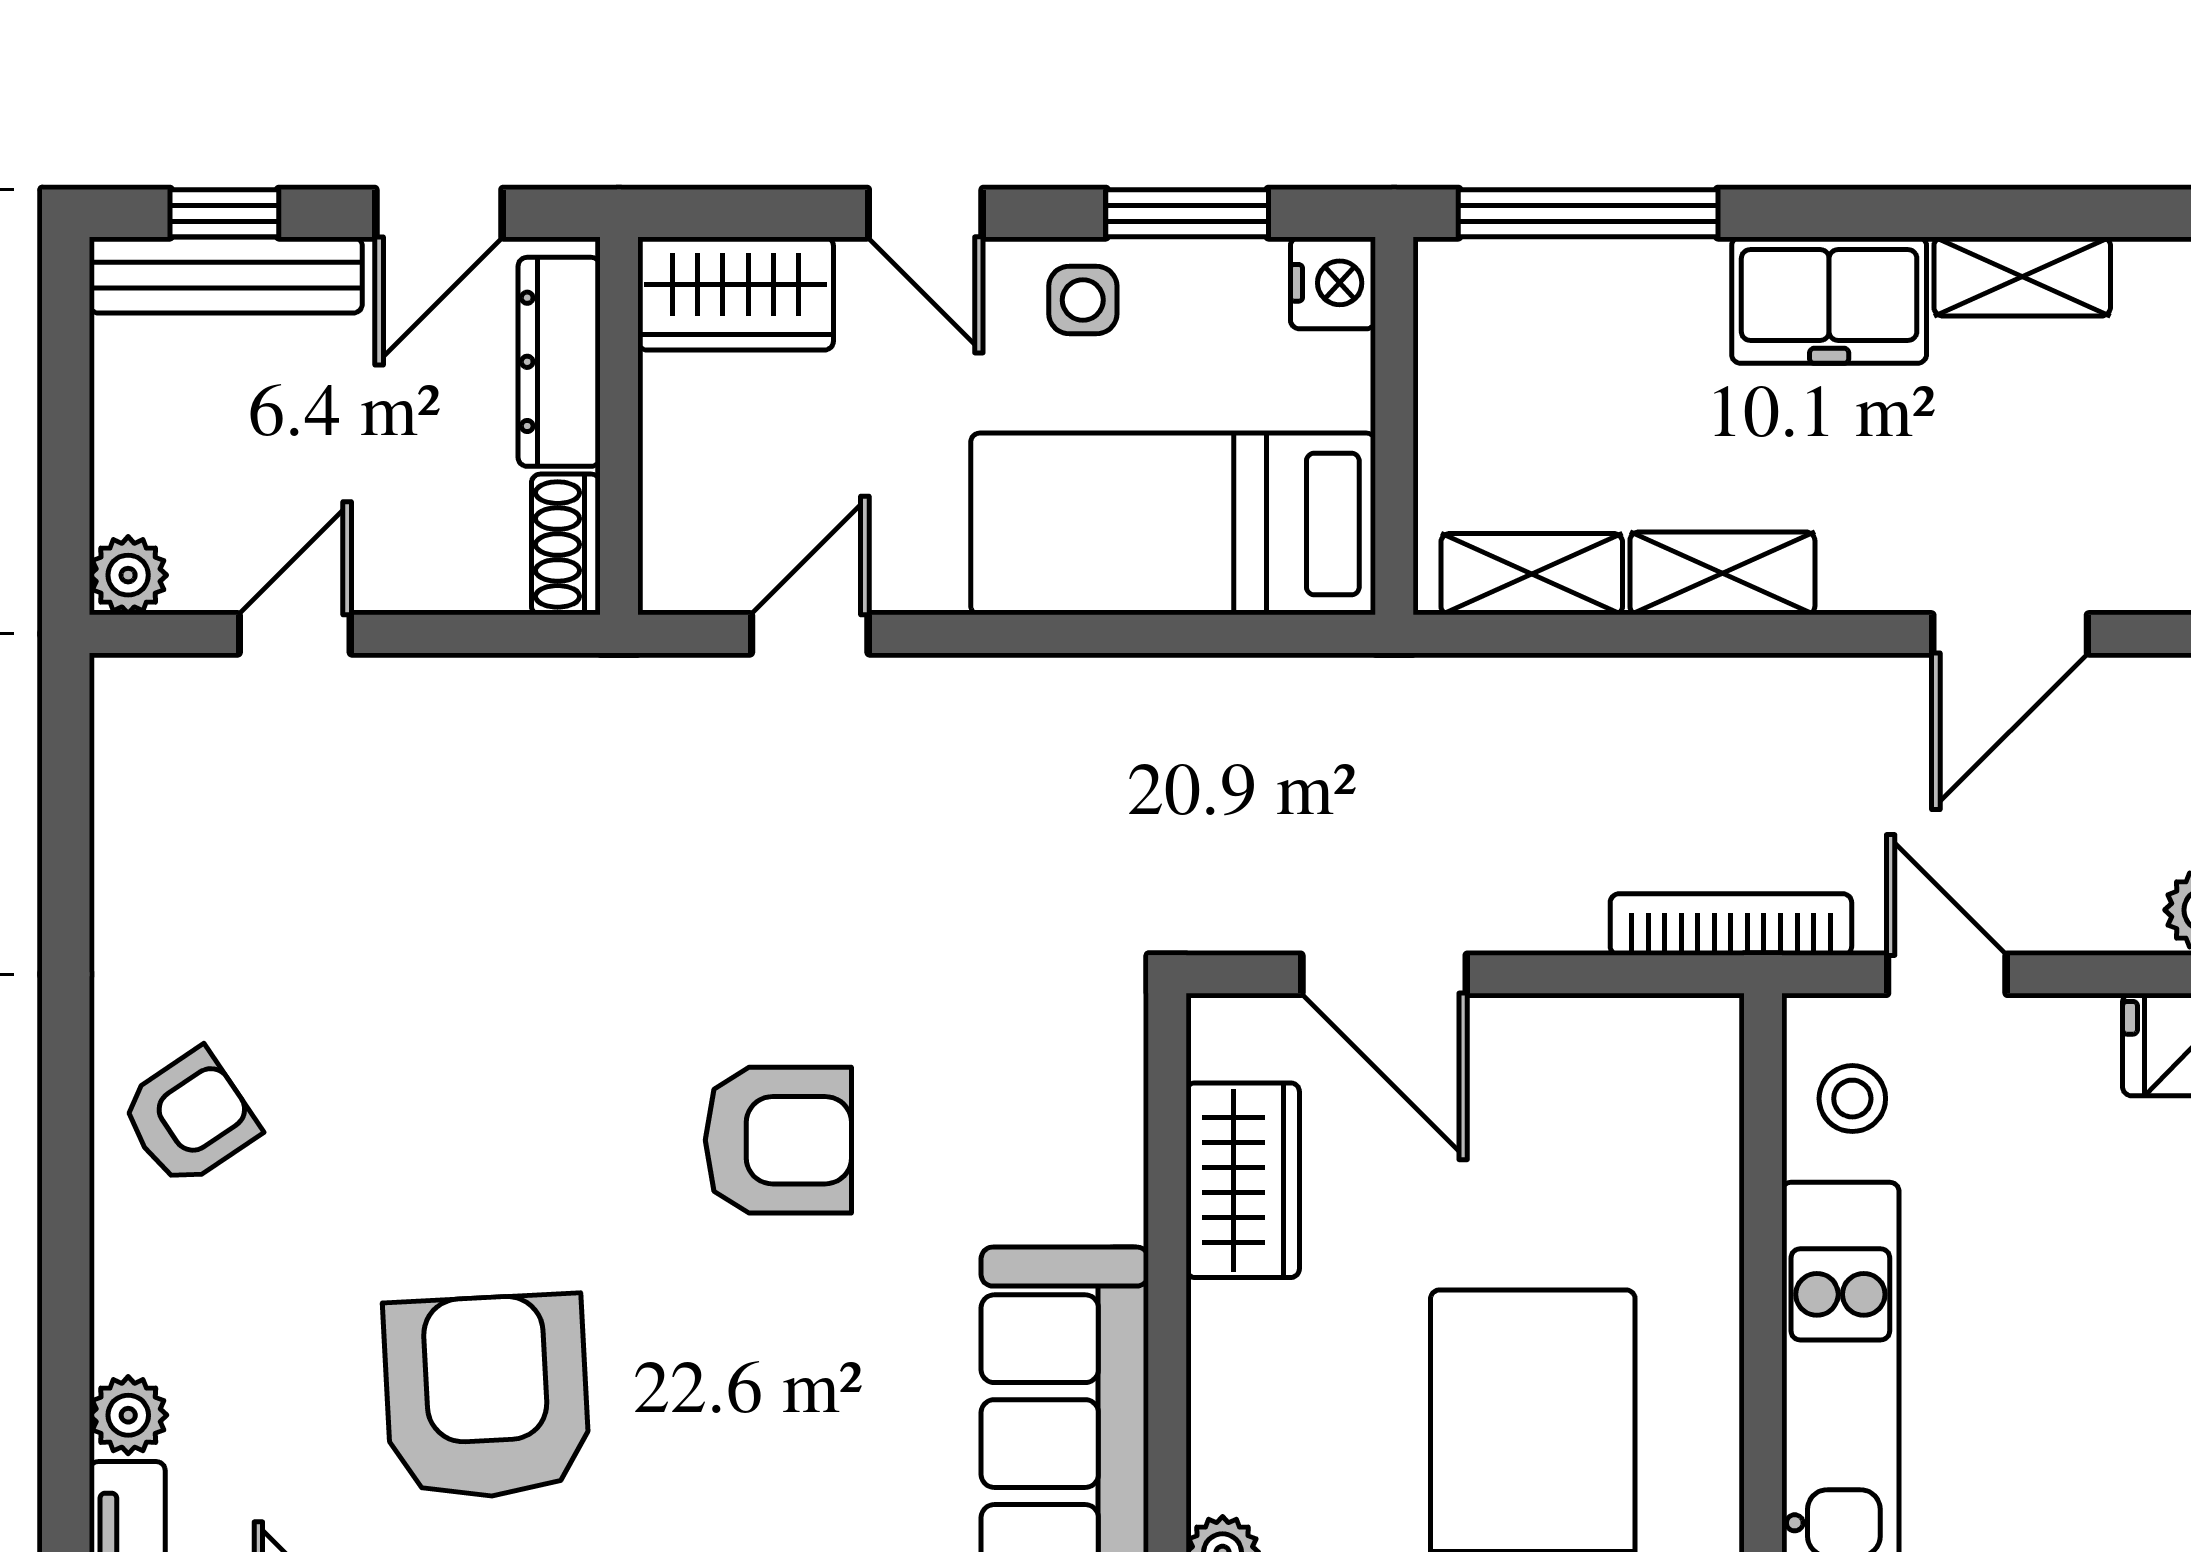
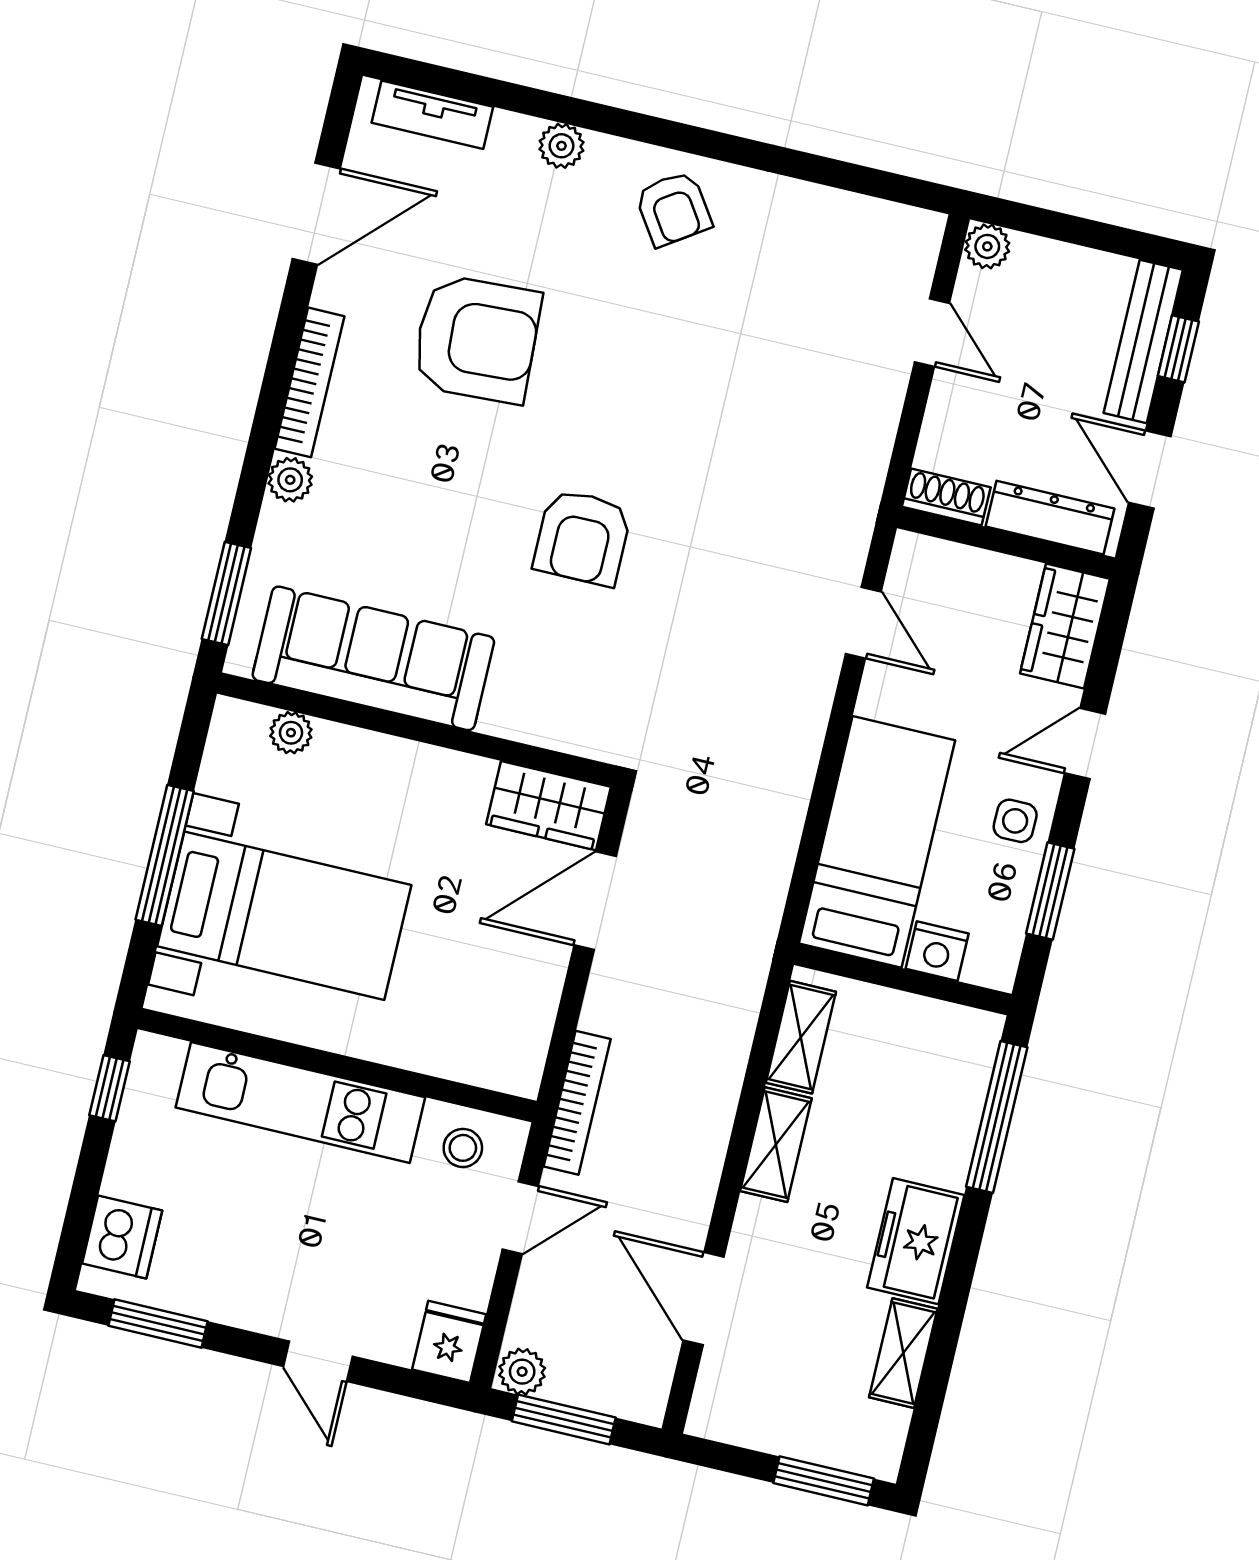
nightstand: (1333, 283) -> (937, 951), moved
wardrobe: (1243, 1180) -> (548, 806), moved
plant: (128, 1415) -> (561, 146), moved

